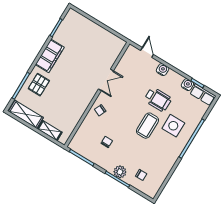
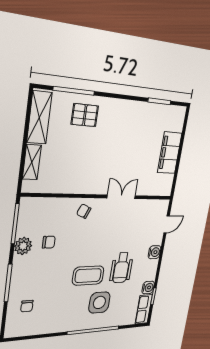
filing cabinet: (50, 56) -> (170, 153), moved, turned 90
double door: (106, 80) -> (121, 197), swing flipped
plant: (120, 172) -> (23, 246), moved

